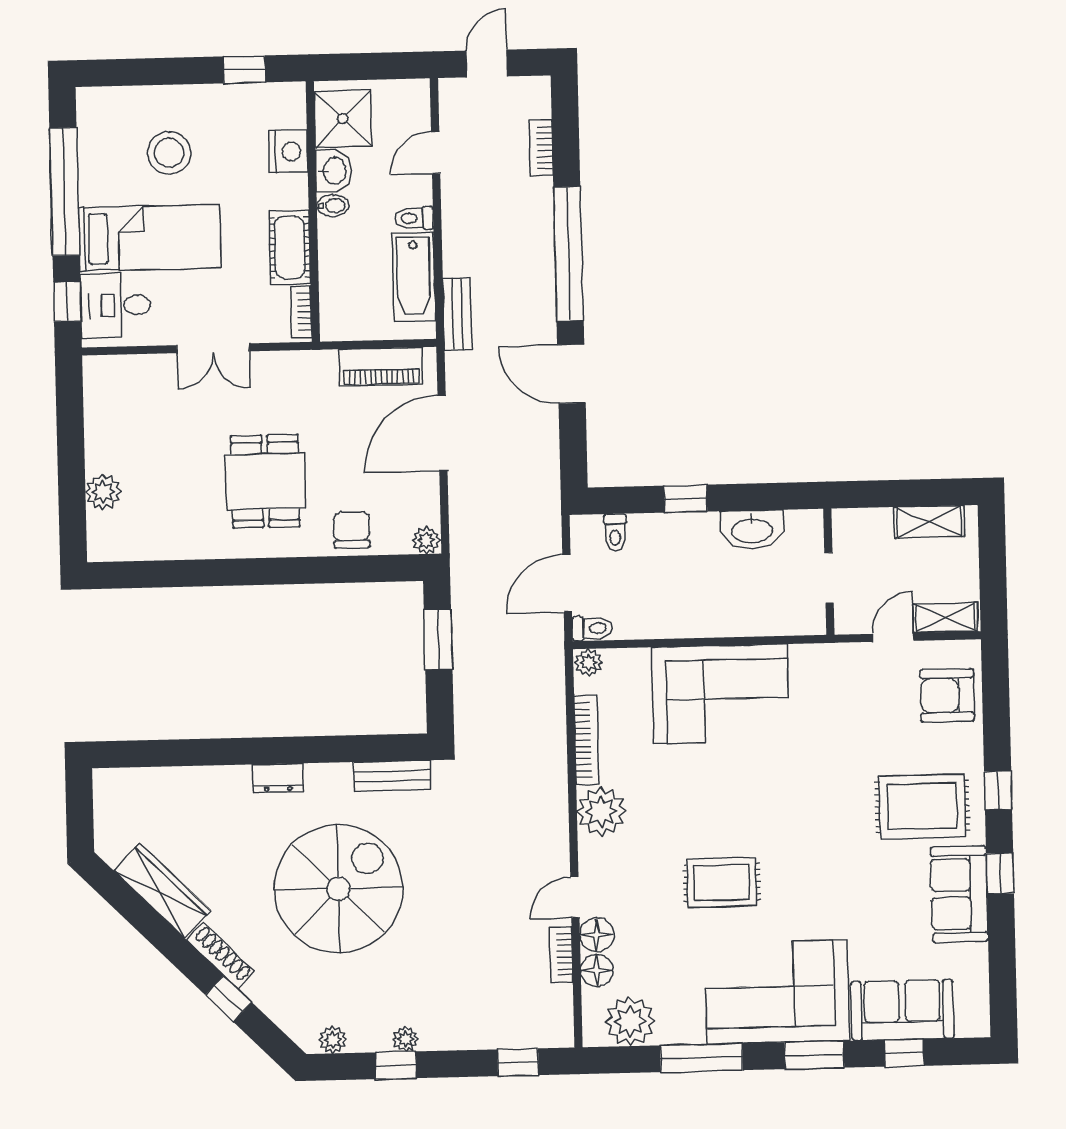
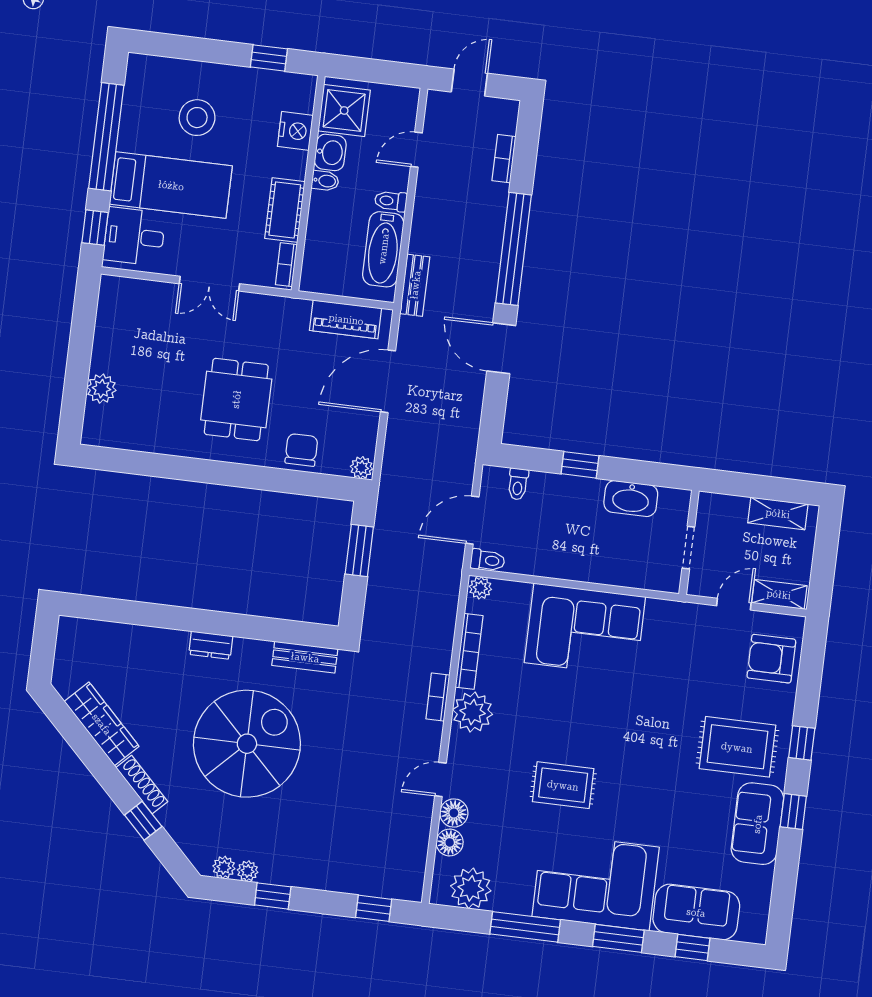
bookcase: (561, 955) -> (438, 697), moved
plant: (405, 1039) -> (248, 871), moved

